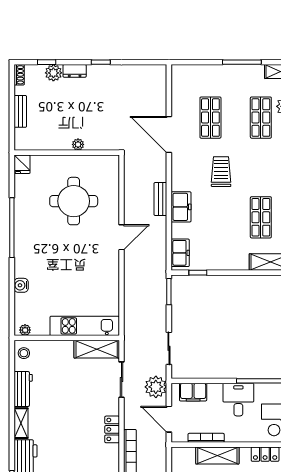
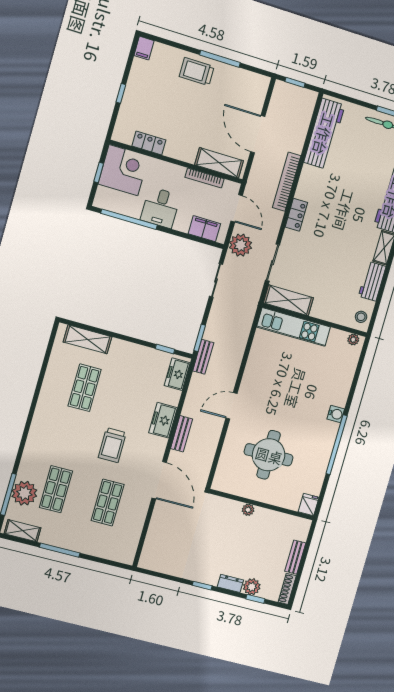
shoe rack: (19, 75) -> (287, 589), width x1.43
door: (169, 134) -> (159, 480), moved
bench: (161, 275) -> (203, 357), added
water cooler: (21, 285) -> (336, 414), moved
shelving: (217, 455) -> (219, 163), moved

